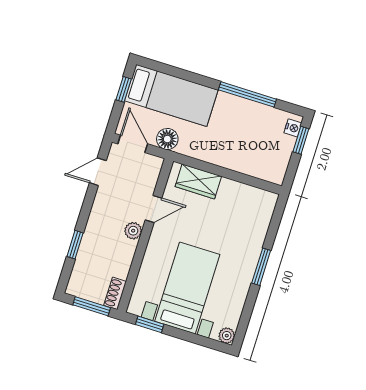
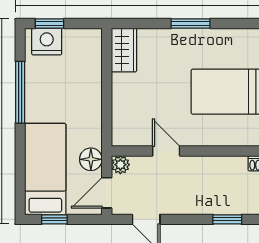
nightstand: (293, 128) -> (47, 42), width x1.89, depth x1.79
wardrobe: (198, 181) -> (124, 50), moved
plant: (133, 231) -> (120, 165), moved

